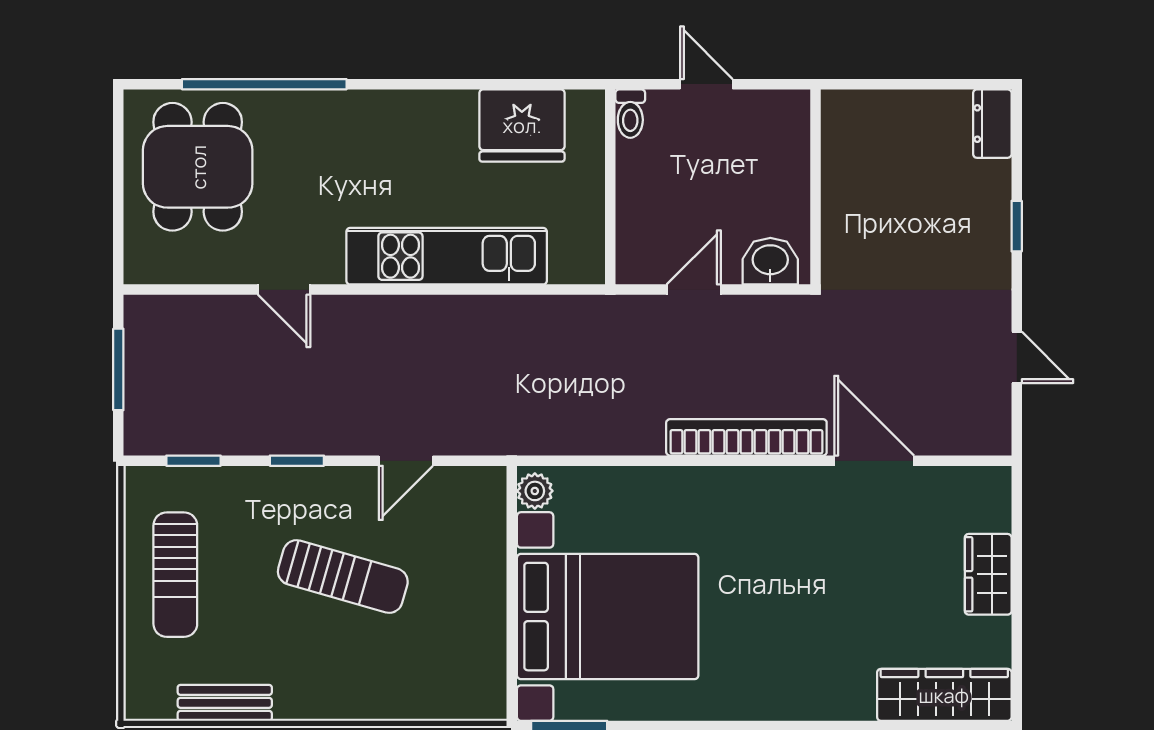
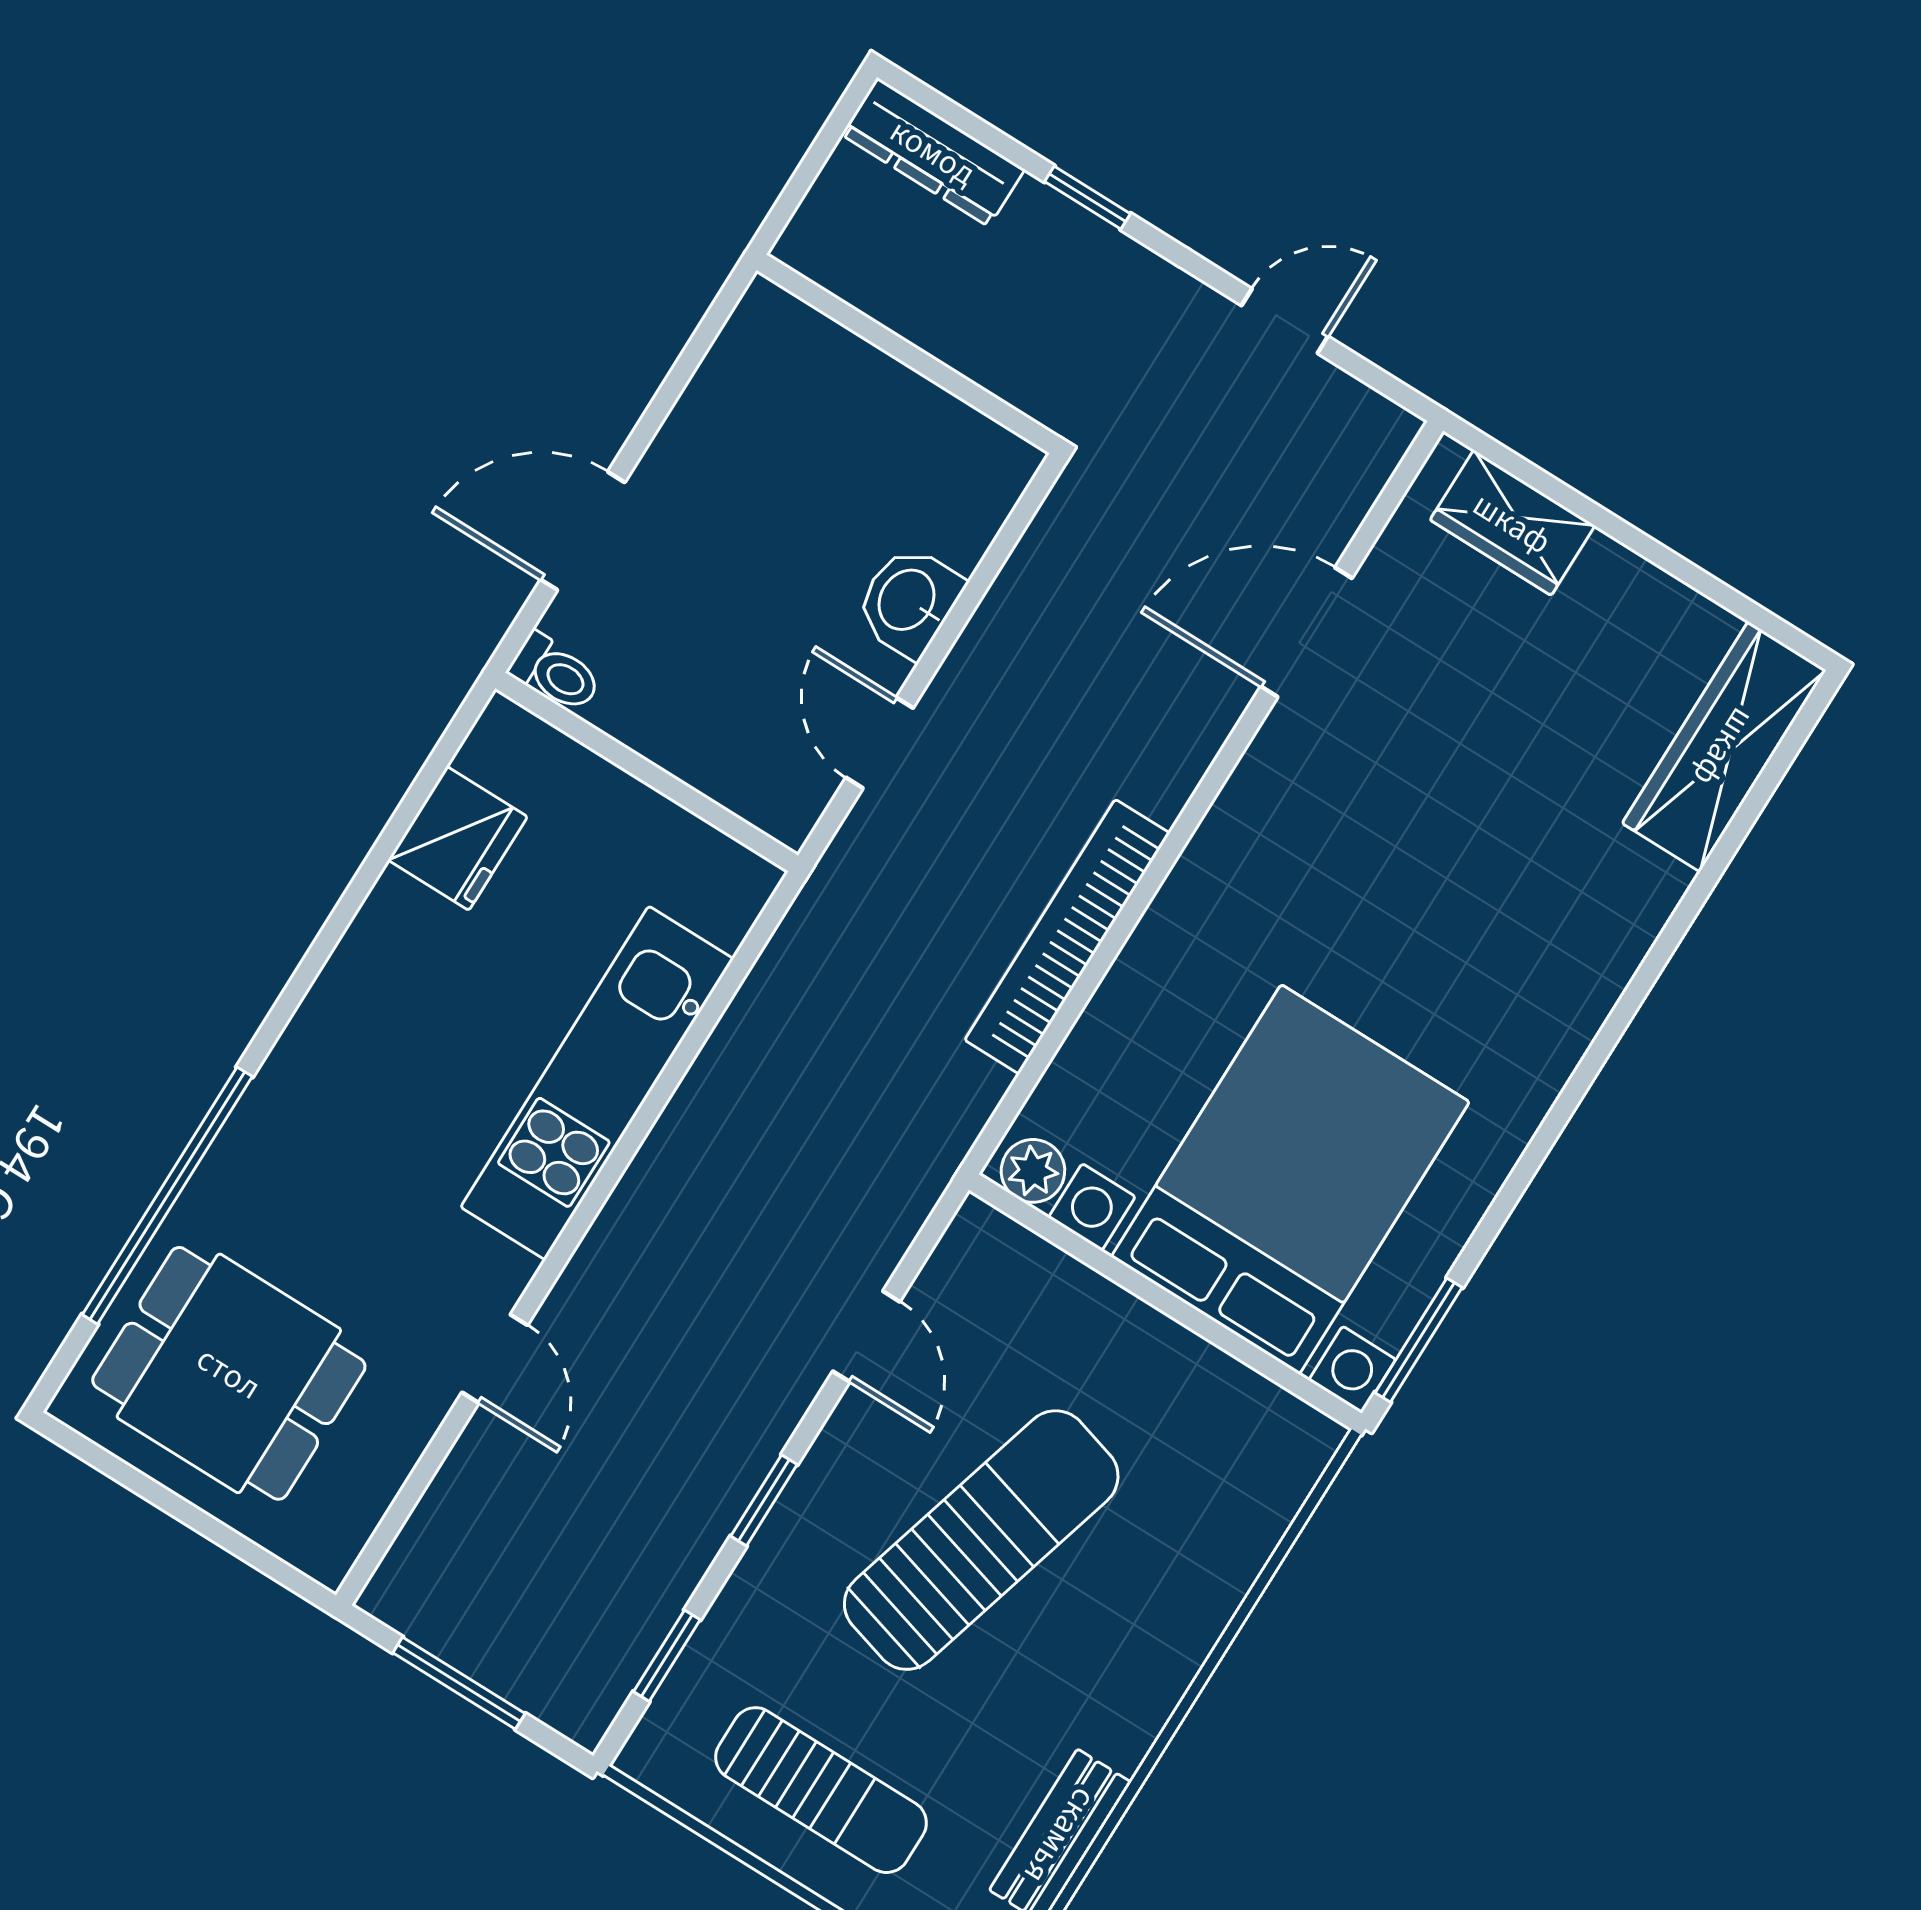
door: (706, 84) -> (583, 531), width x1.38
dresser: (992, 124) -> (933, 152), width x1.44
fridge: (522, 125) -> (458, 838), width x0.73, depth x0.75
wall: (816, 187) -> (908, 354), moved
door: (284, 290) -> (495, 1359), hinge flipped
bookcase: (746, 437) -> (1067, 937), moved
wardrobe: (988, 574) -> (1512, 523), moved
sun lounger: (343, 577) -> (981, 1540), width x1.36, depth x1.34

